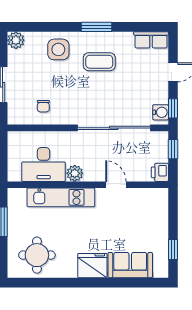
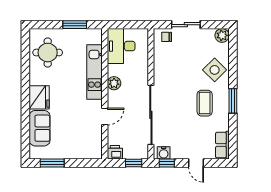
side table: (58, 49) -> (215, 70), turned 45
chair: (43, 106) -> (167, 37), moved
desk: (44, 165) -> (121, 46), moved
window: (173, 249) -> (52, 163), width x1.50

